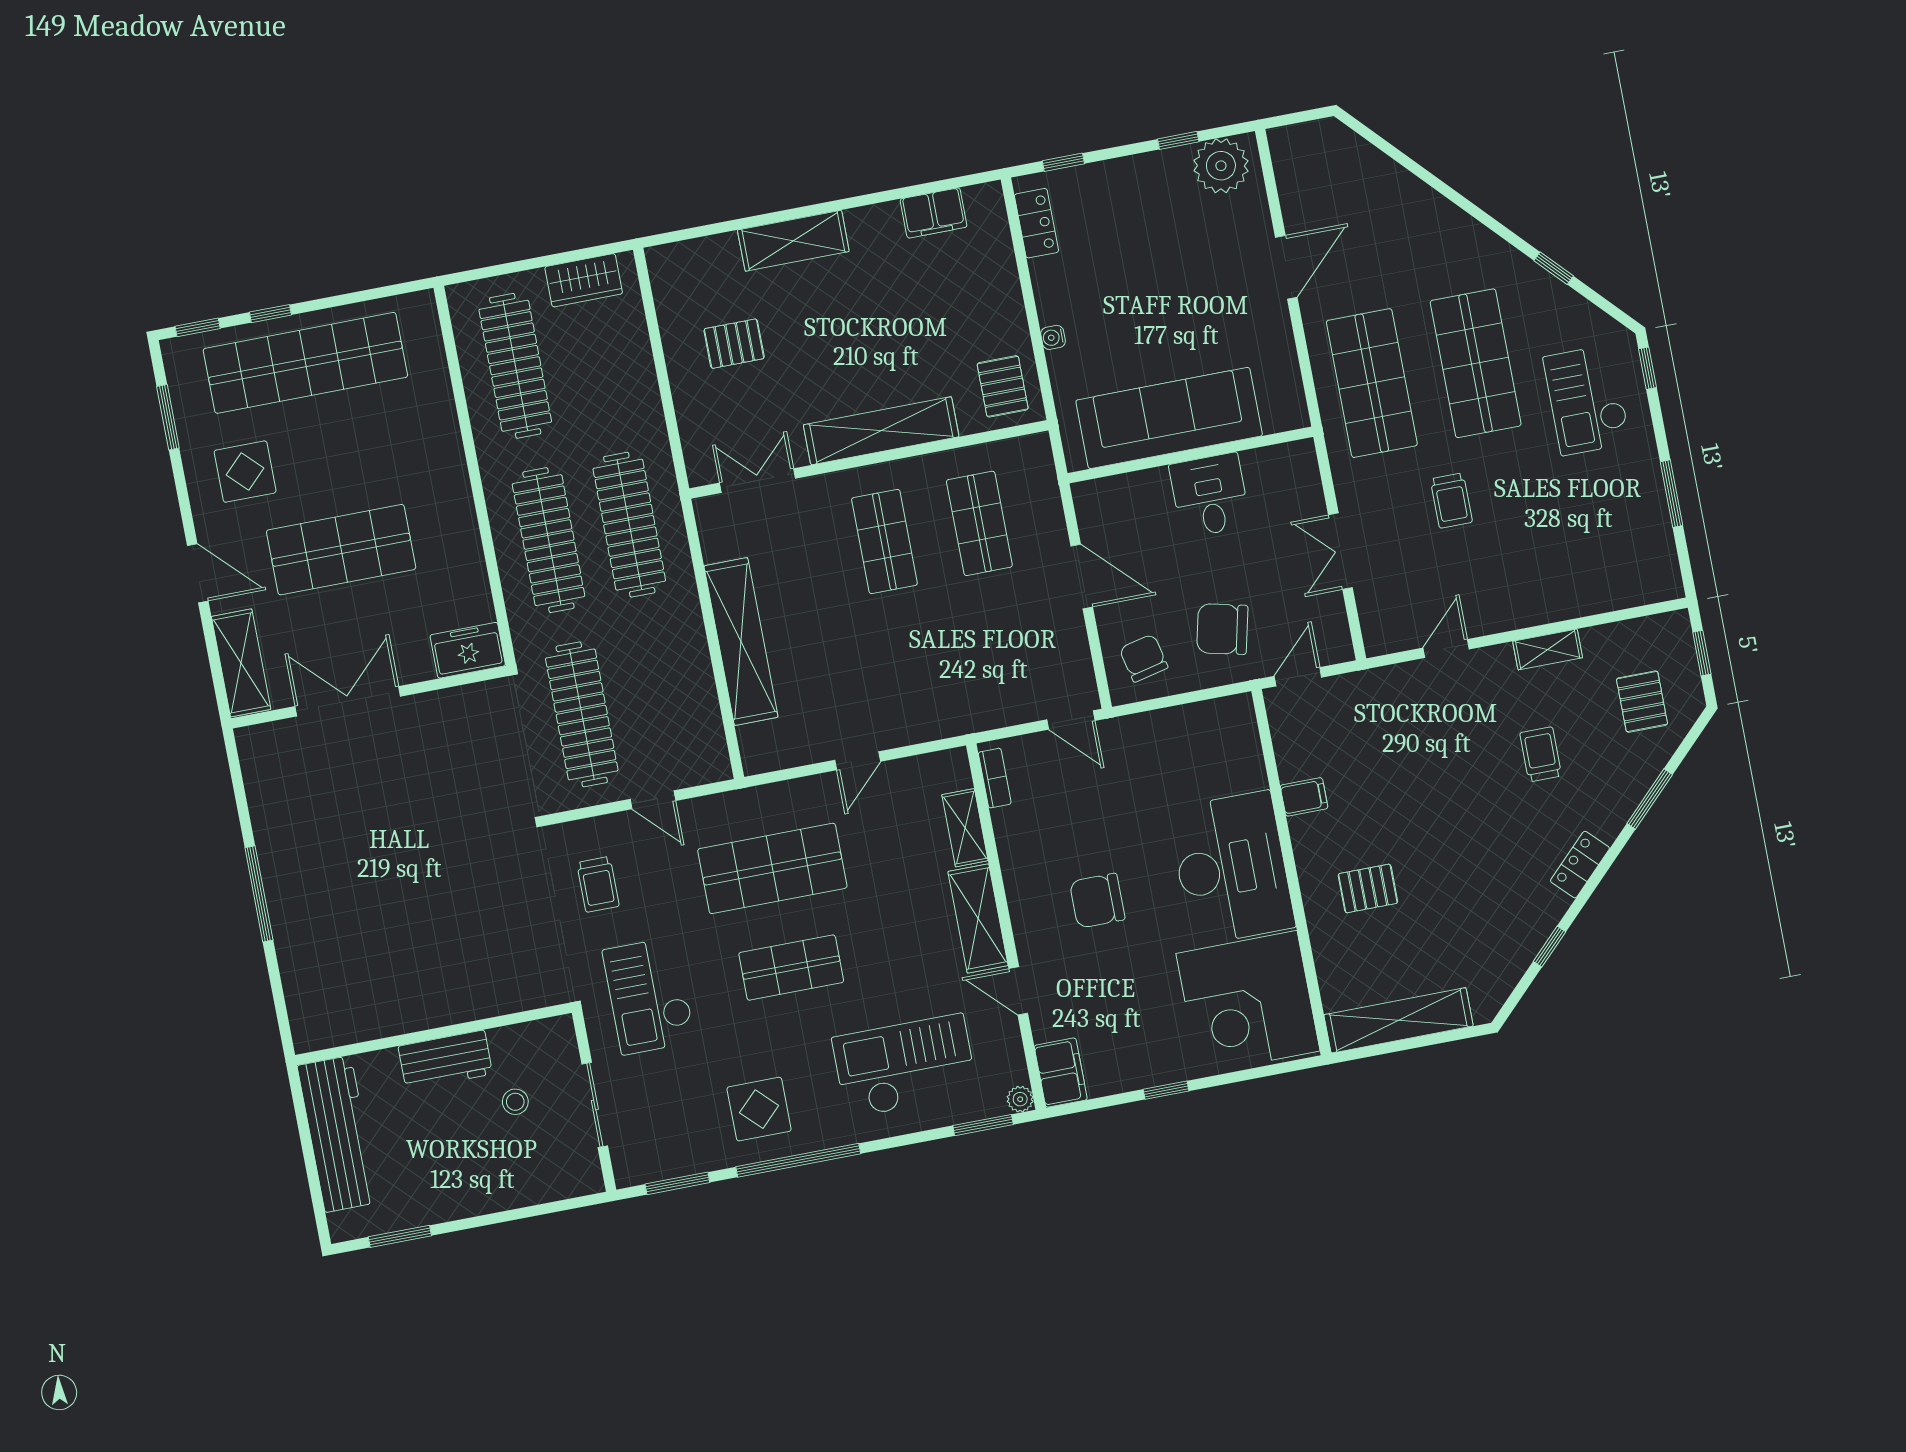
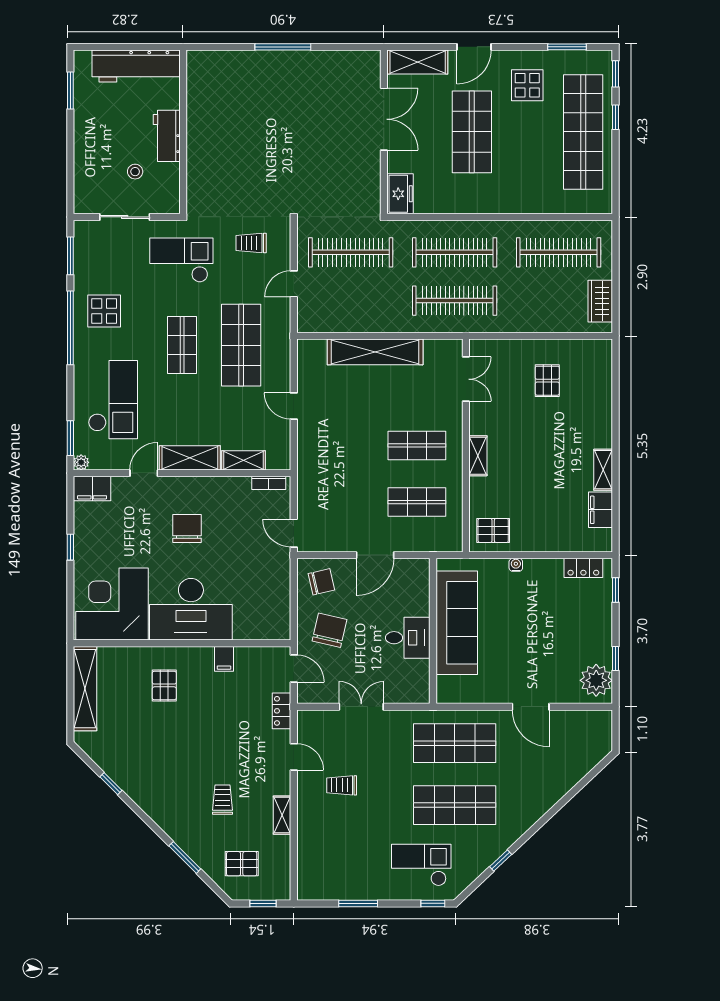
shelving: (793, 241) -> (603, 470), moved, width x0.67, depth x0.75
shelving: (881, 431) -> (478, 456), width x0.45, depth x0.75
trolley: (1451, 501) -> (342, 785), moved
door: (1071, 720) -> (294, 533), hinge flipped
trolley: (1541, 754) -> (222, 800), turned -90
locker: (1580, 865) -> (282, 711), moved, turned -135

